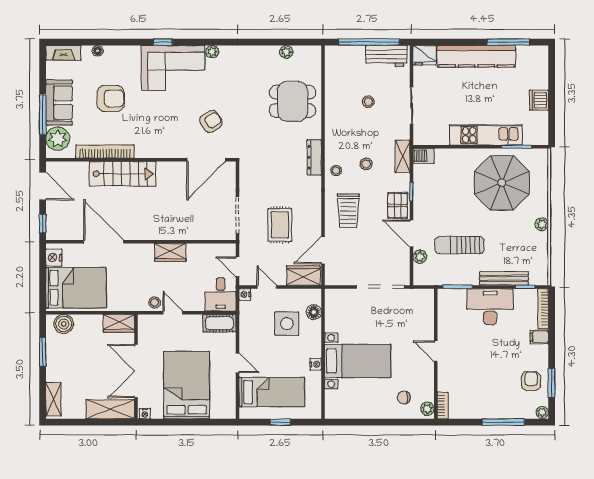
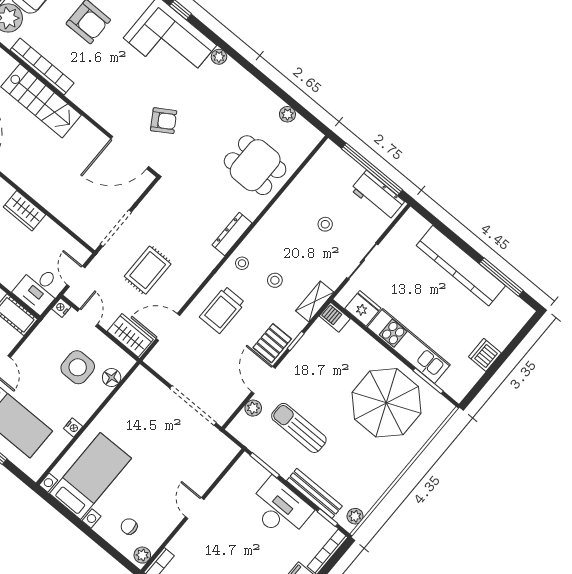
fridge: (425, 55) -> (363, 308), moved, turned 180
plant: (542, 224) -> (355, 516), moved
bed with nightstands: (358, 361) -> (90, 476), moved, turned -90

